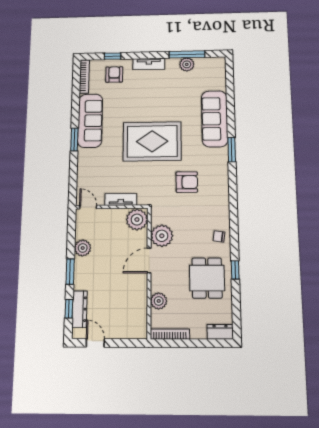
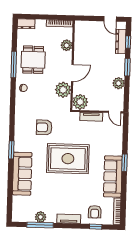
window: (235, 270) -> (14, 65), width x2.17

